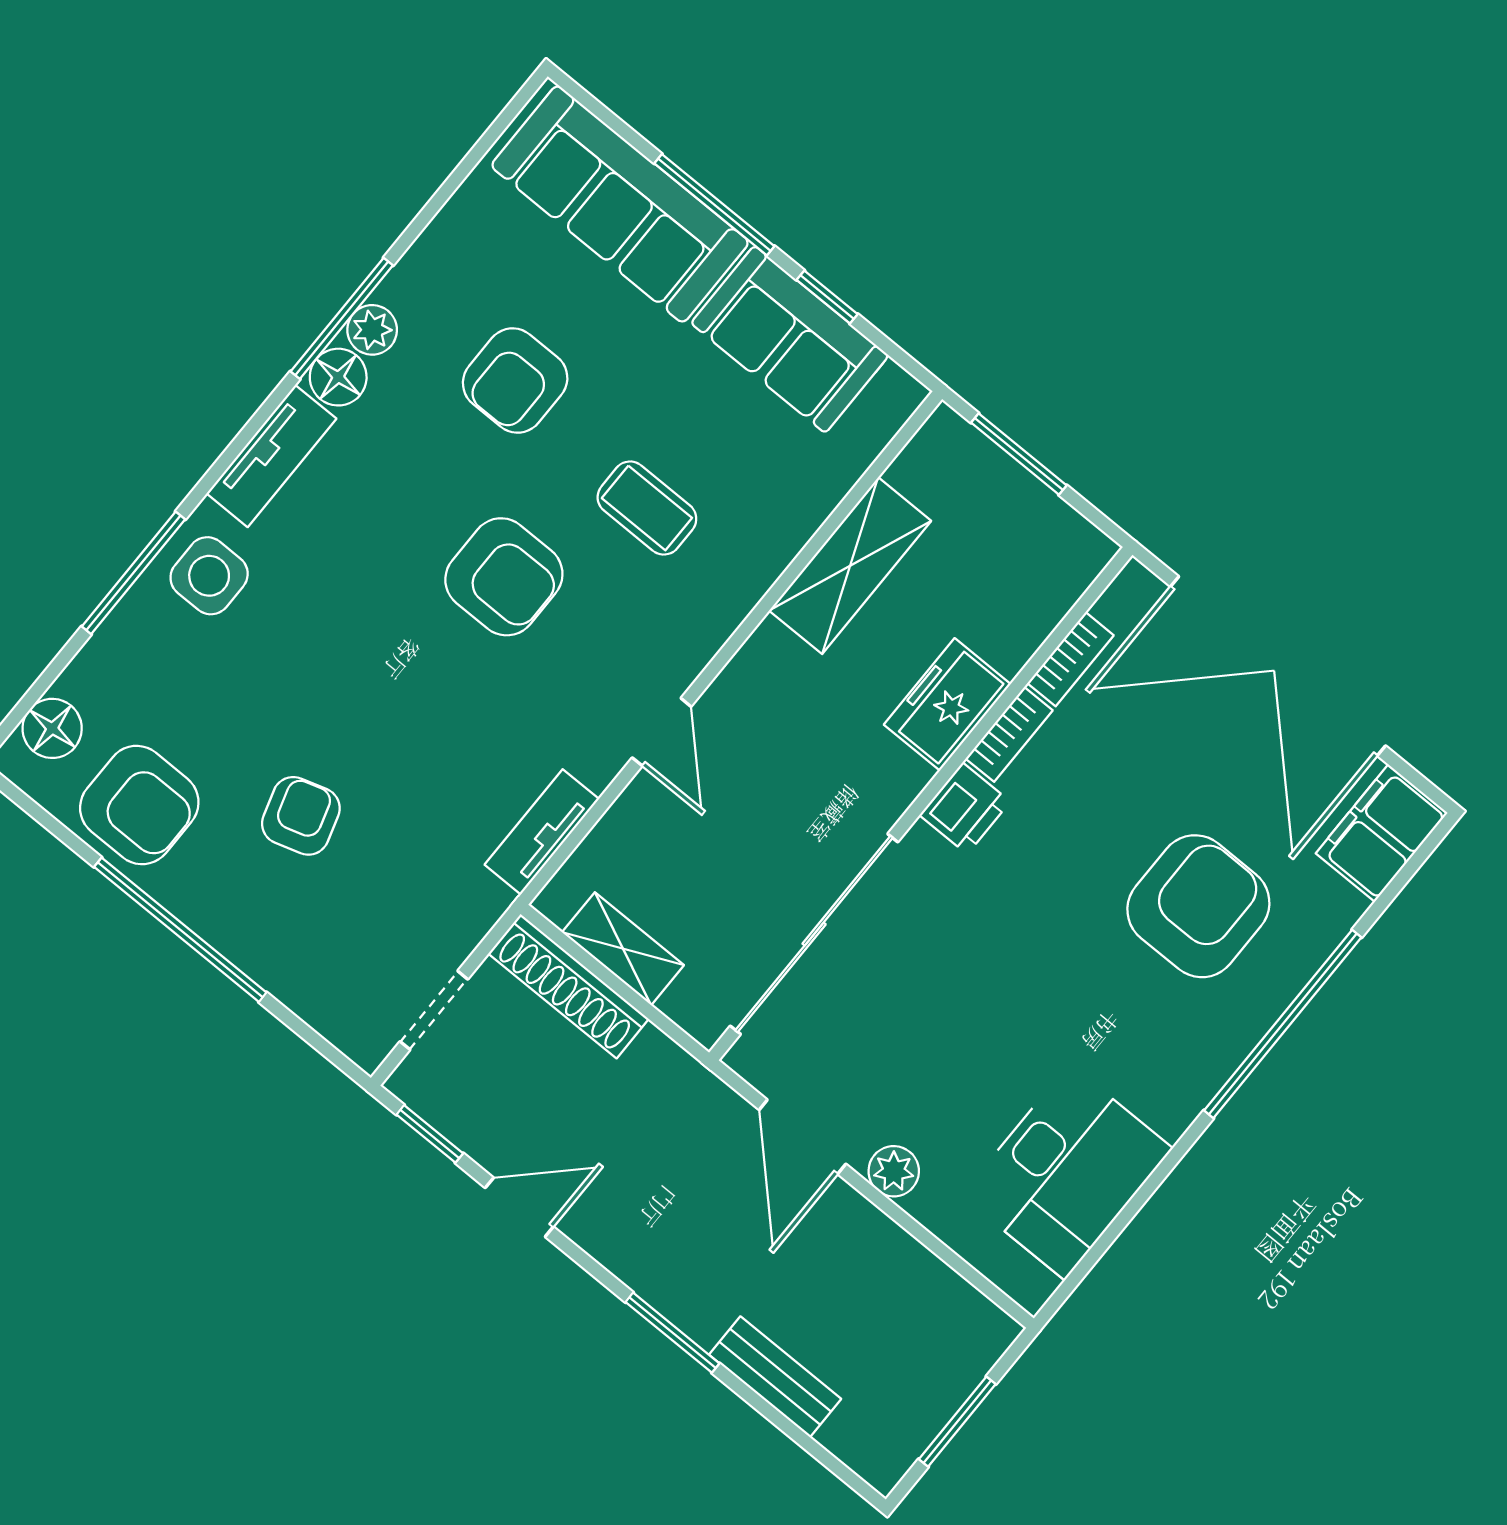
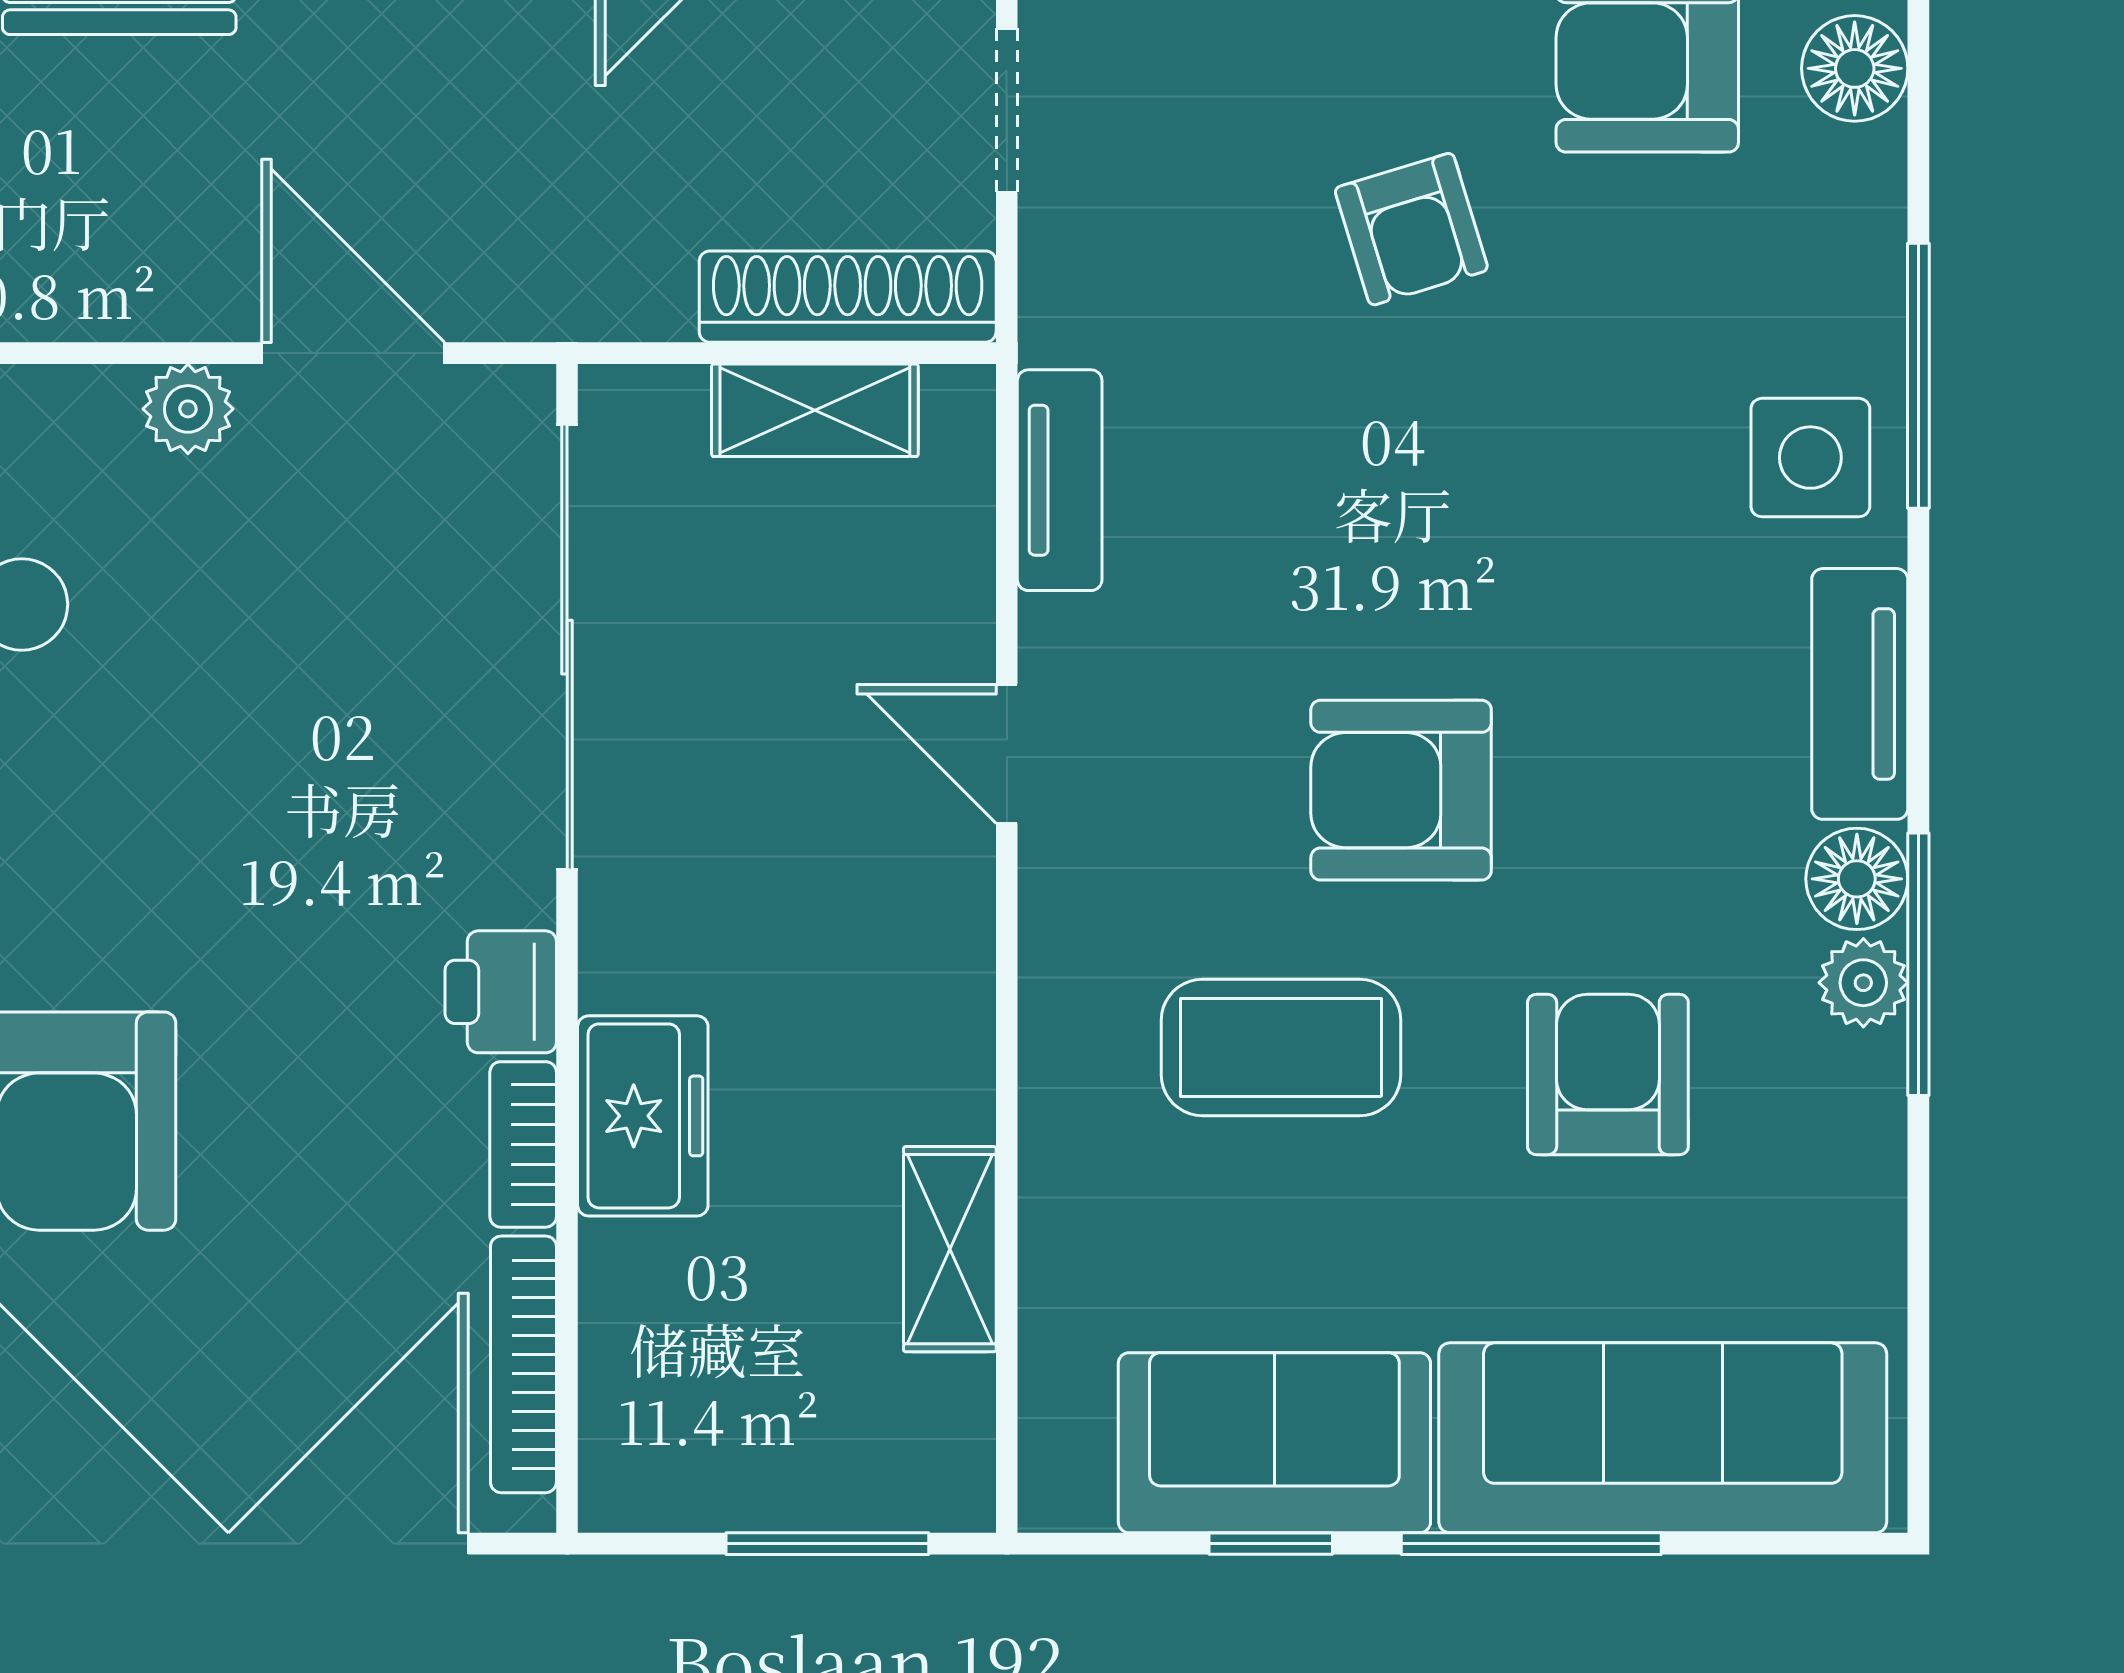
coffee table: (647, 508) -> (1281, 1047), width x1.36, depth x1.30
shelving: (850, 566) -> (950, 1249), width x0.67, depth x0.75
bookcase: (1071, 659) -> (523, 1364), width x1.56

